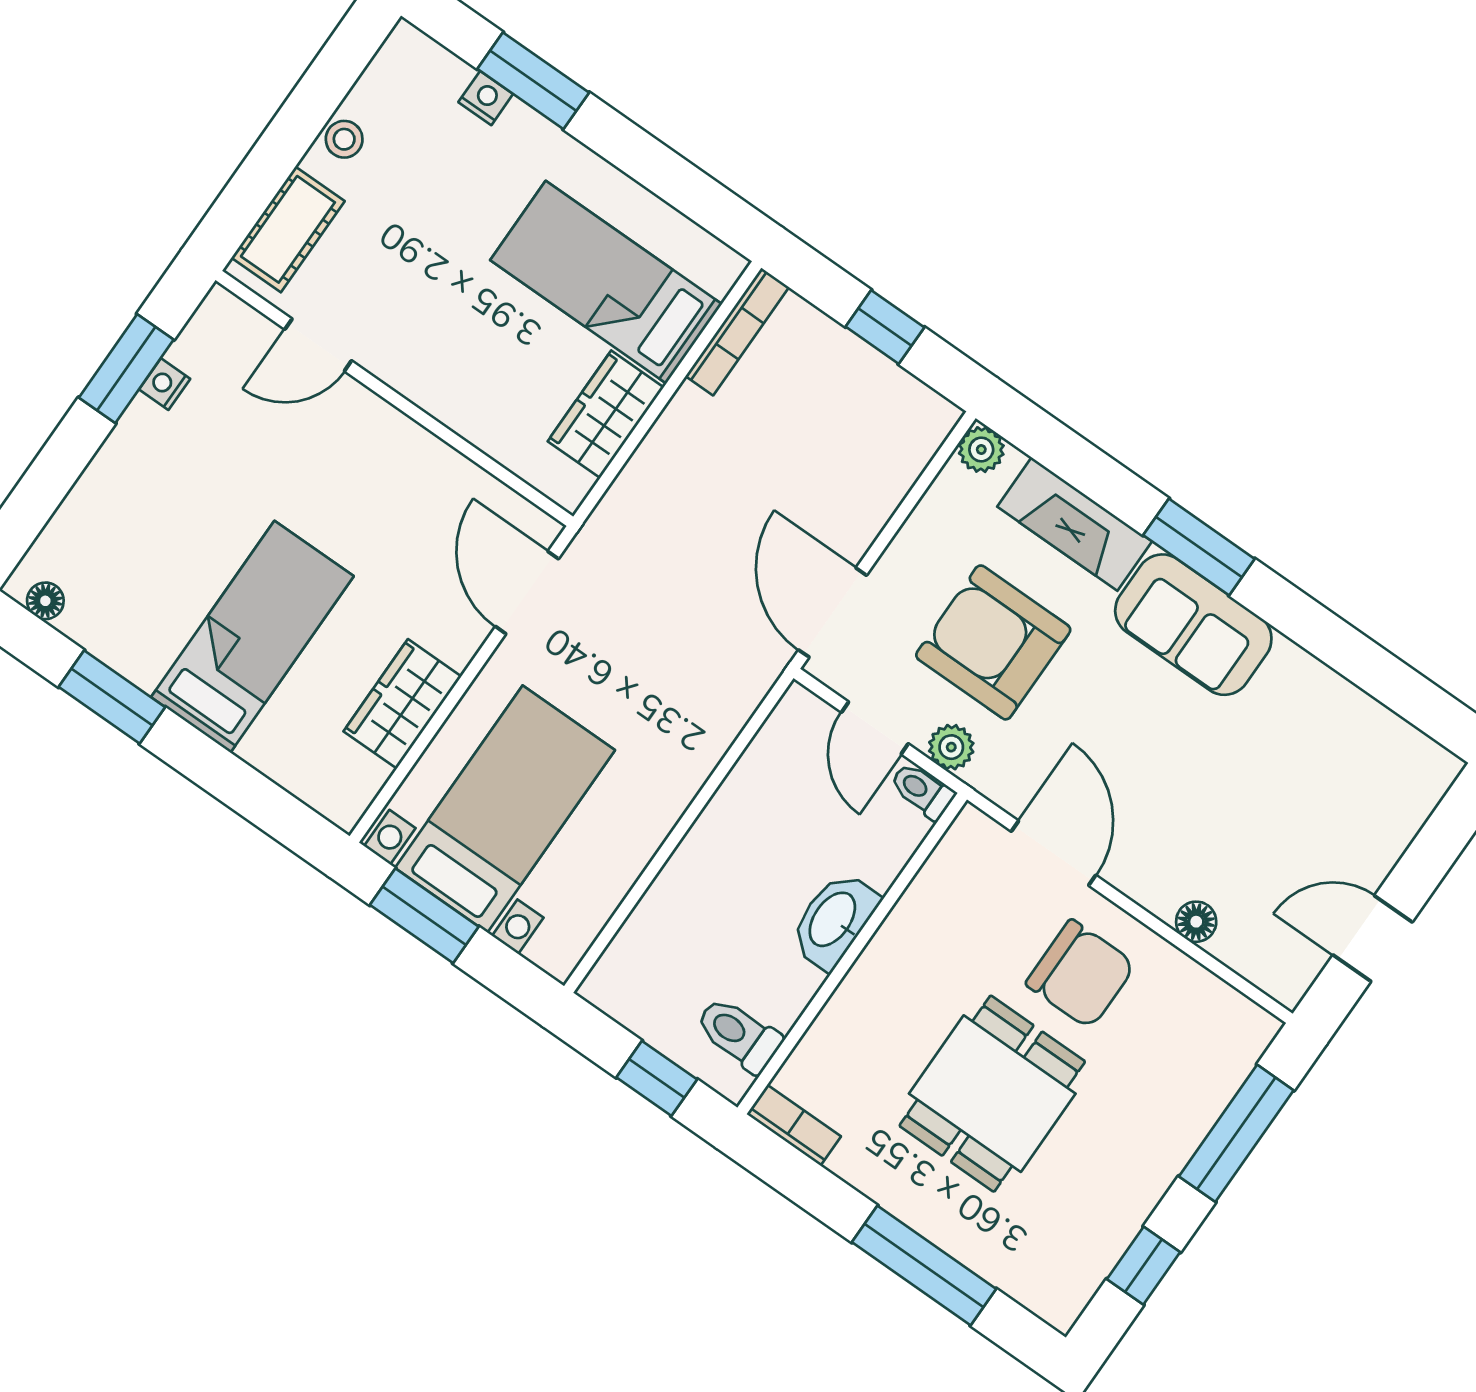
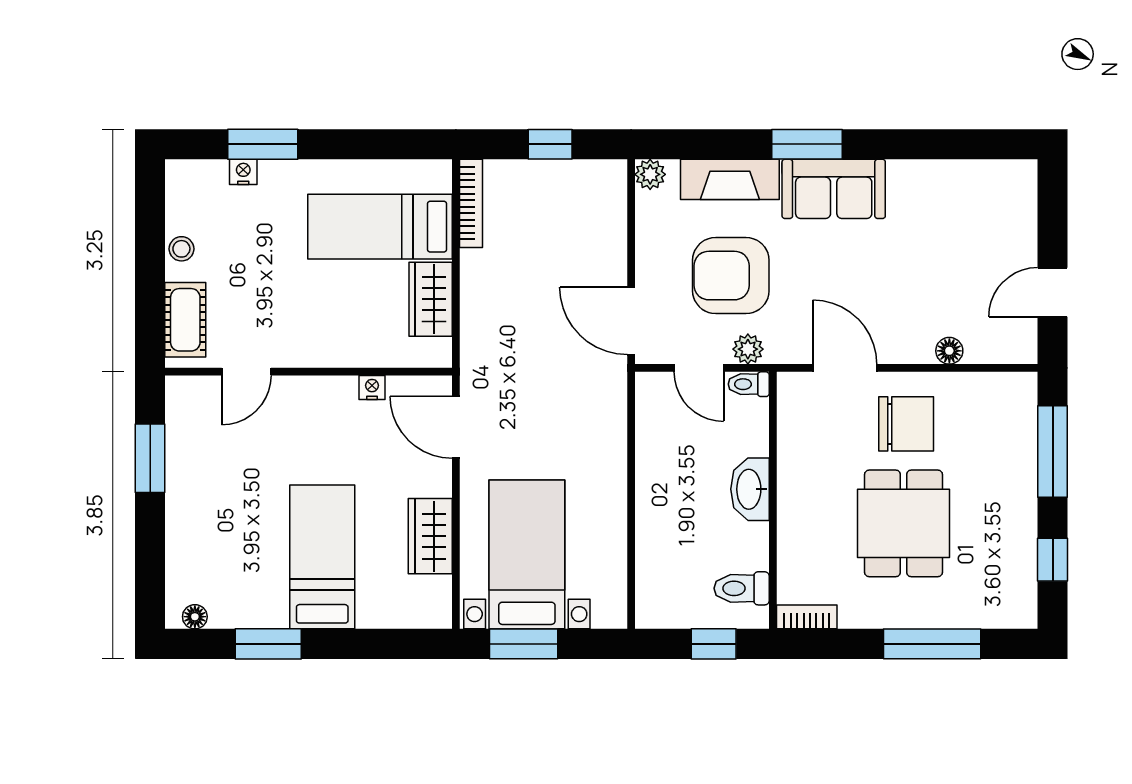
nightstand: (165, 384) -> (372, 387), moved, turned 90

